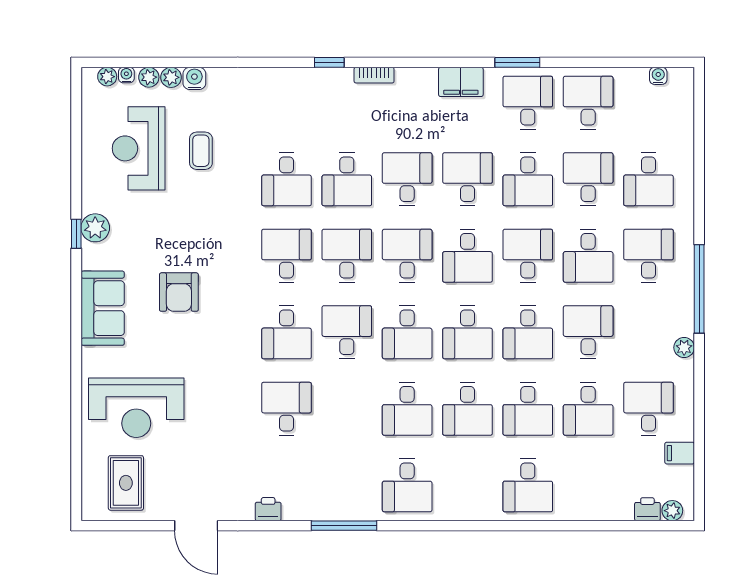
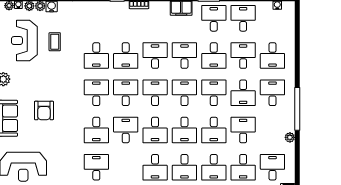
desk: (467, 256) -> (184, 93), turned 180

